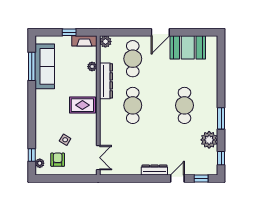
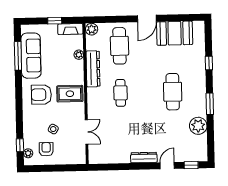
armchair: (54, 105) -> (41, 95), added
cafe table: (133, 105) -> (121, 93), width x0.73, depth x0.74
double door: (98, 158) -> (87, 132), moved
window: (221, 158) -> (209, 63), moved

